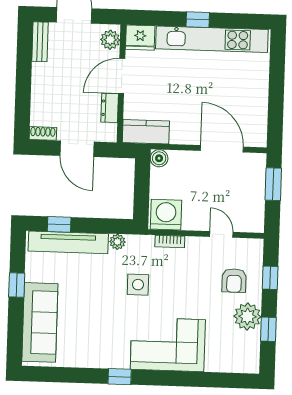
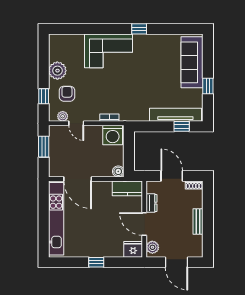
kitchen unit: (212, 39) -> (56, 219), moved, turned 90
bench: (40, 42) -> (198, 221), moved
door: (122, 76) -> (144, 224), swing flipped
window: (273, 184) -> (44, 147), moved
plant: (117, 242) -> (63, 116), moved
side table: (138, 285) -> (129, 89), removed
window: (268, 329) -> (44, 63), removed

